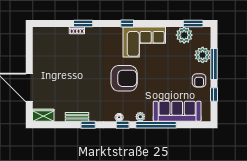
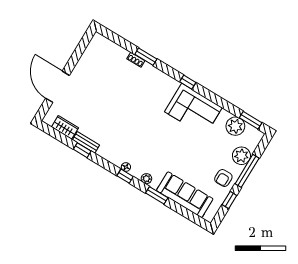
armchair: (124, 78) -> (153, 133), removed
wardrobe: (43, 115) -> (65, 127), moved
window: (88, 125) -> (82, 150), moved
window: (156, 125) -> (157, 195), width x0.47

